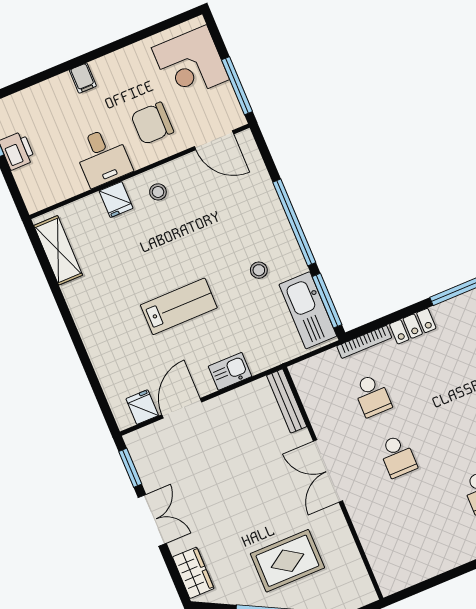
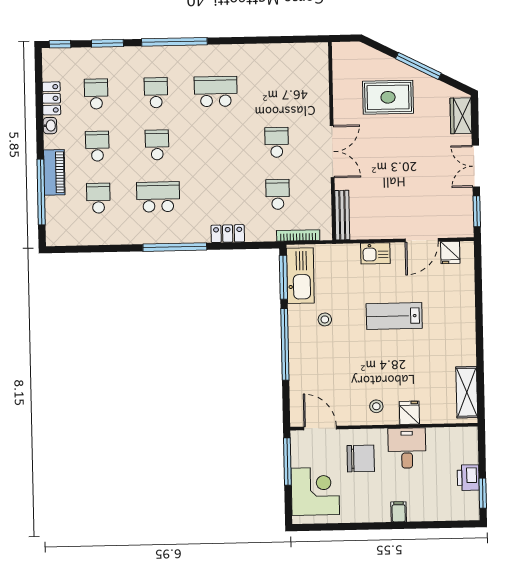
bookcase: (364, 342) -> (298, 235), moved

